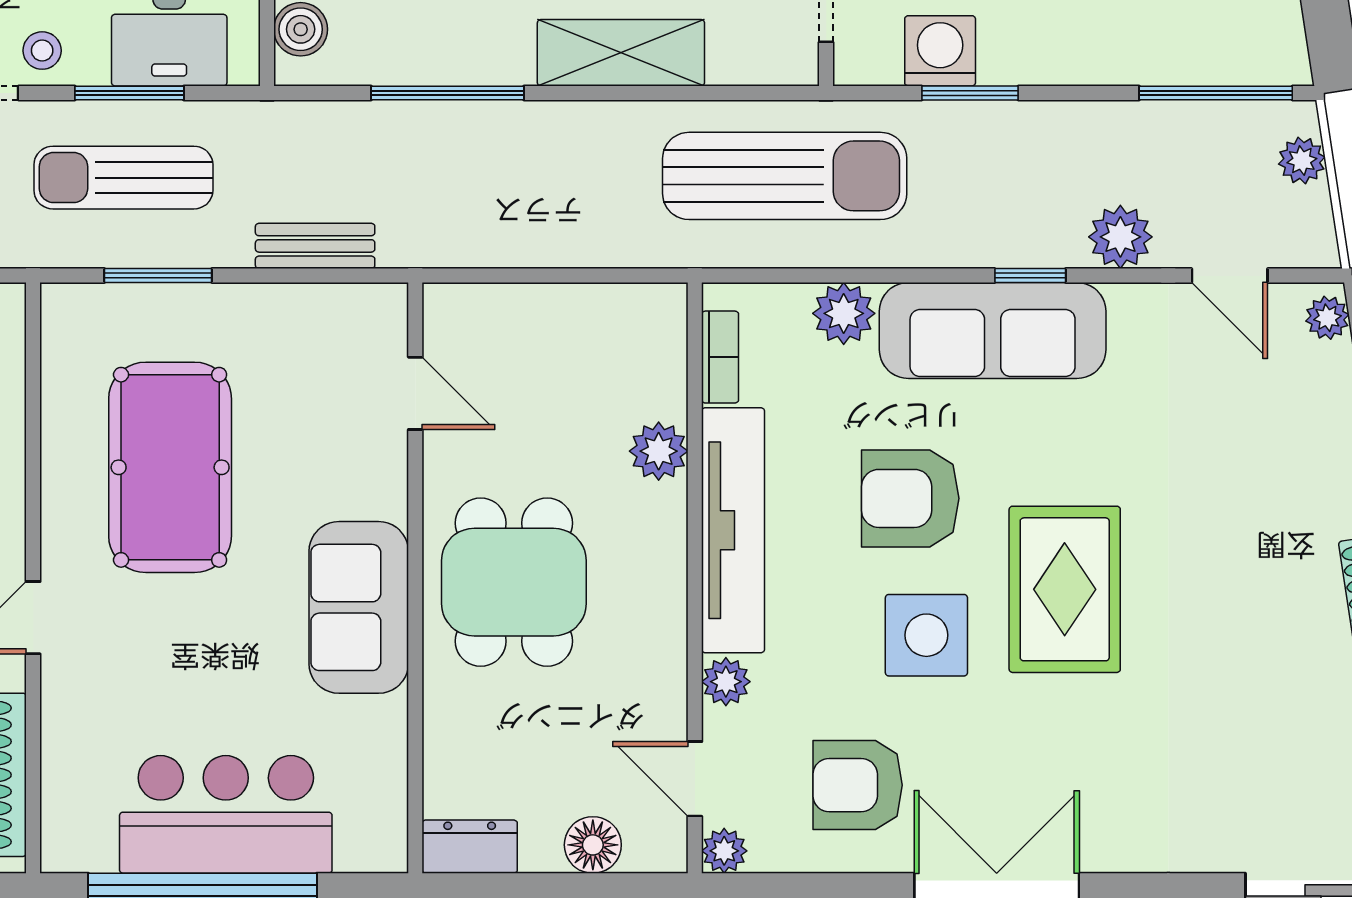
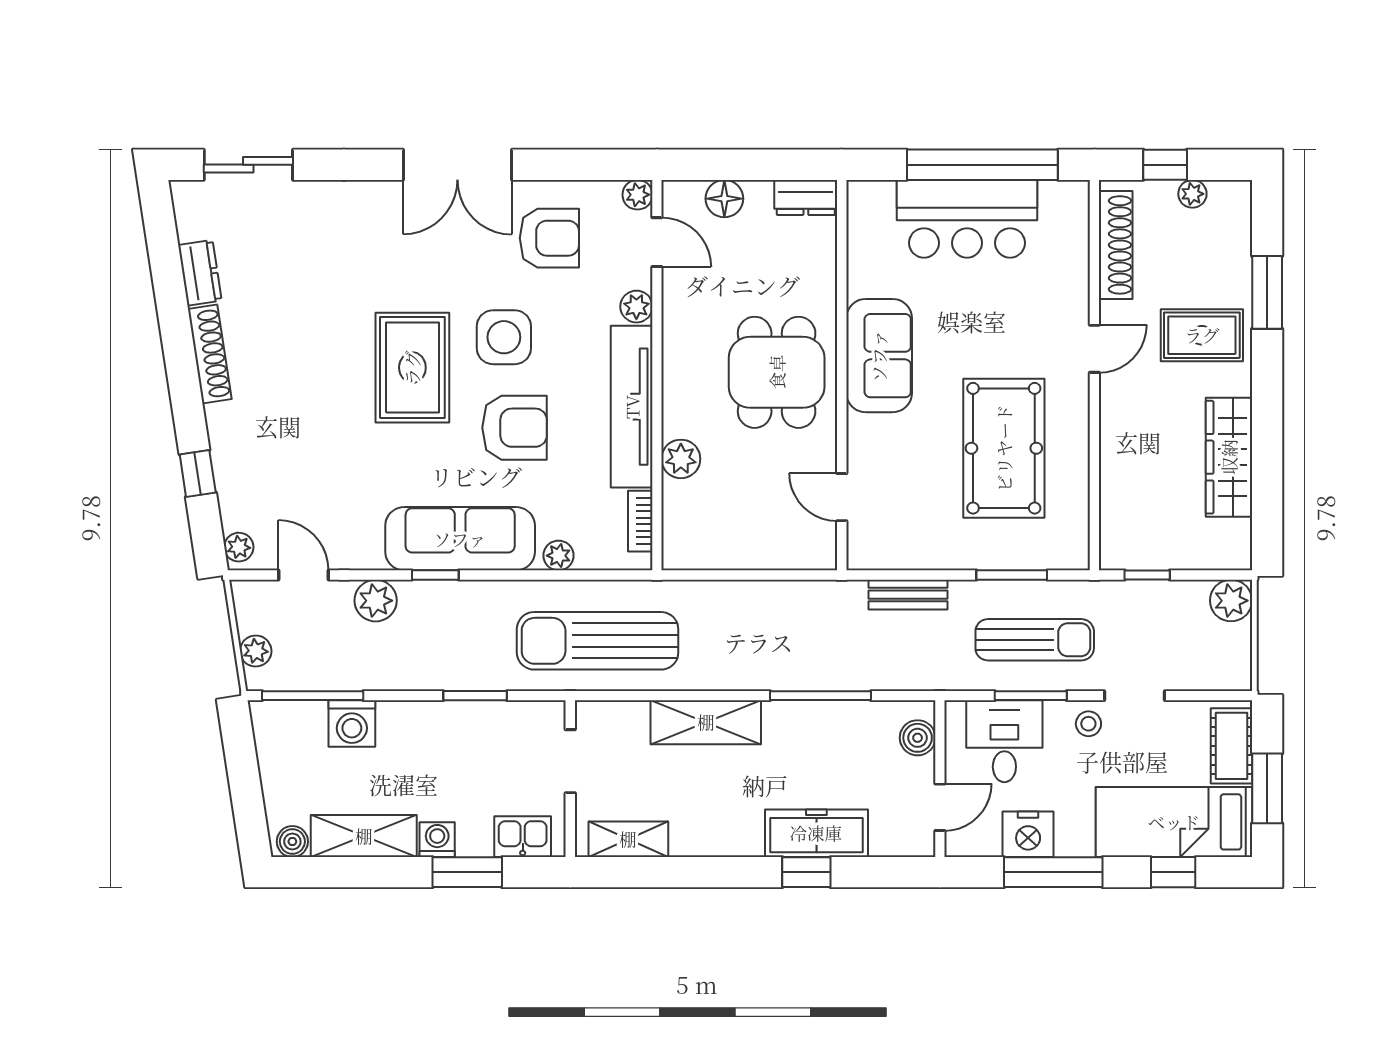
washing machine: (940, 51) -> (352, 724), moved
plant: (844, 313) -> (559, 556), width x0.73, depth x0.73

